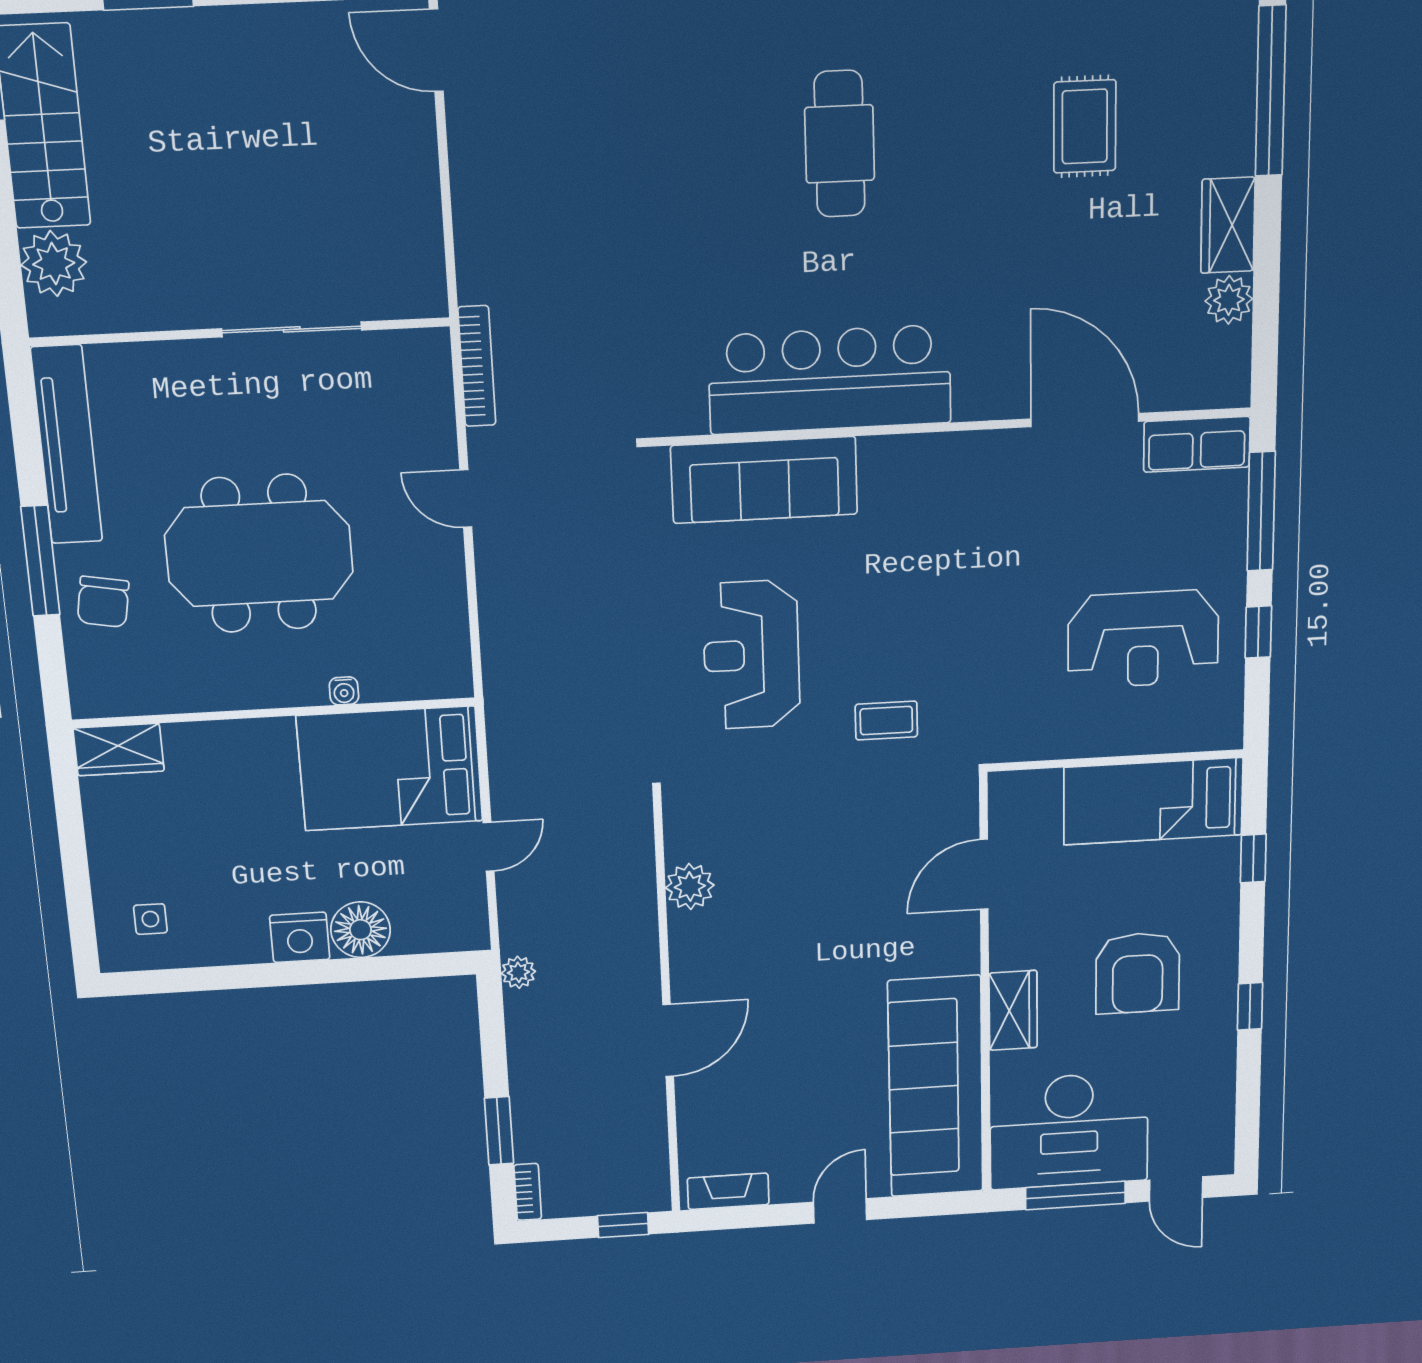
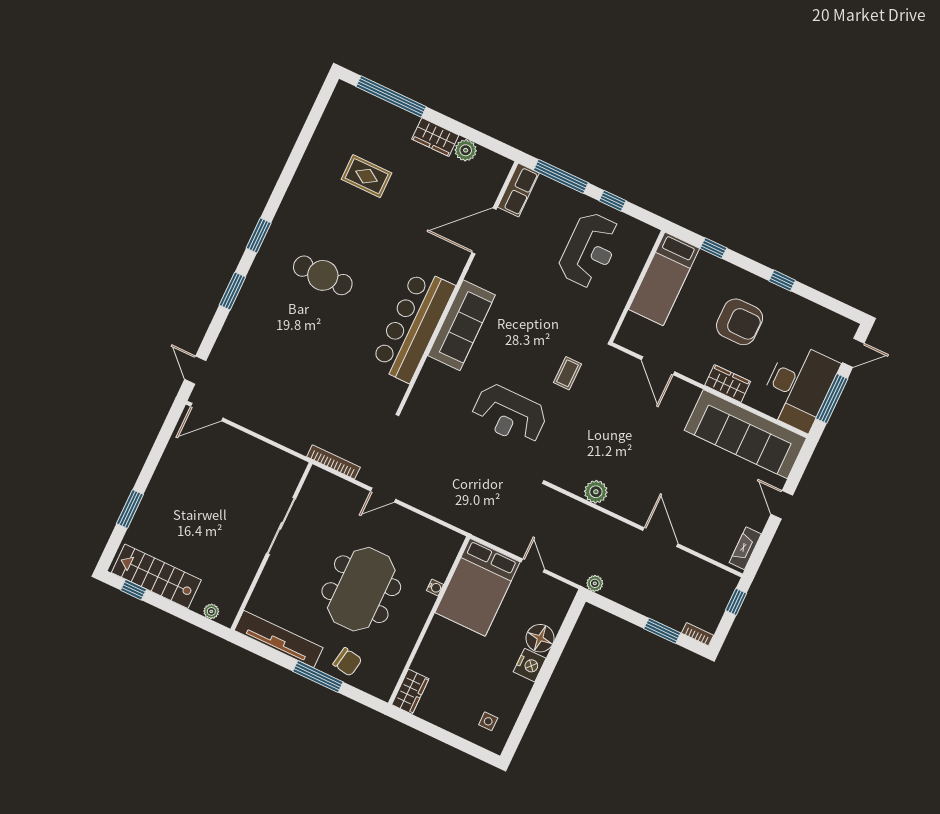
plant: (54, 264) -> (211, 611), width x0.53, depth x0.53
sofa: (764, 480) -> (462, 325), moved

